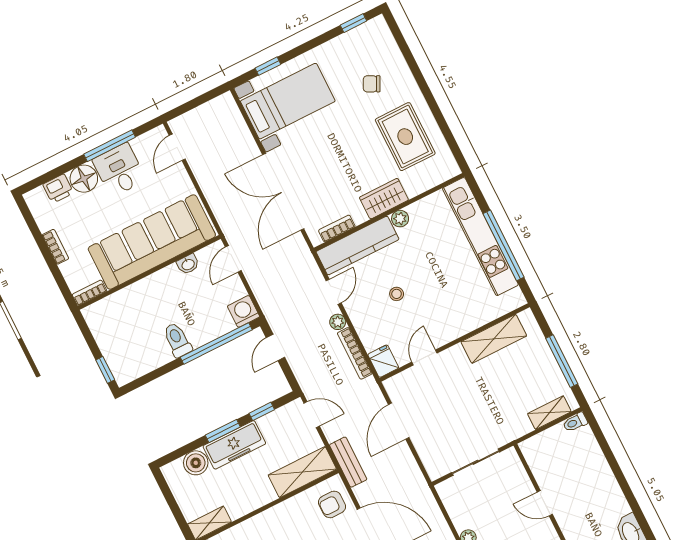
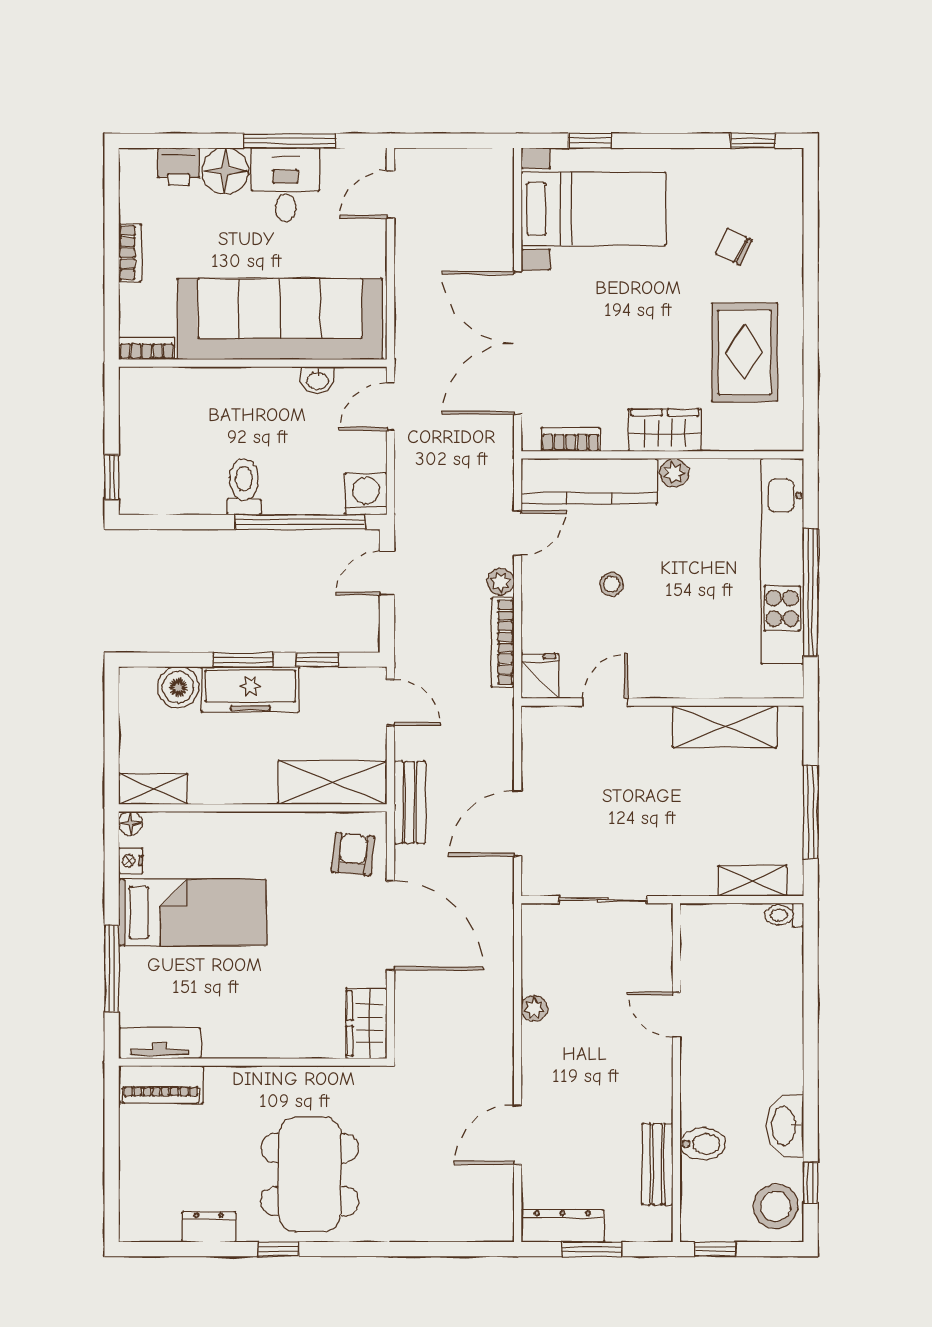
door: (399, 421) -> (518, 823), moved
armchair: (332, 504) -> (353, 854), turned 96

